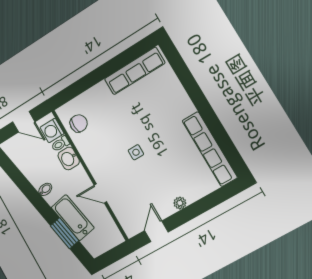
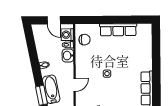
row of seats: (135, 71) -> (118, 30), moved
door: (100, 193) -> (75, 85), swing flipped

